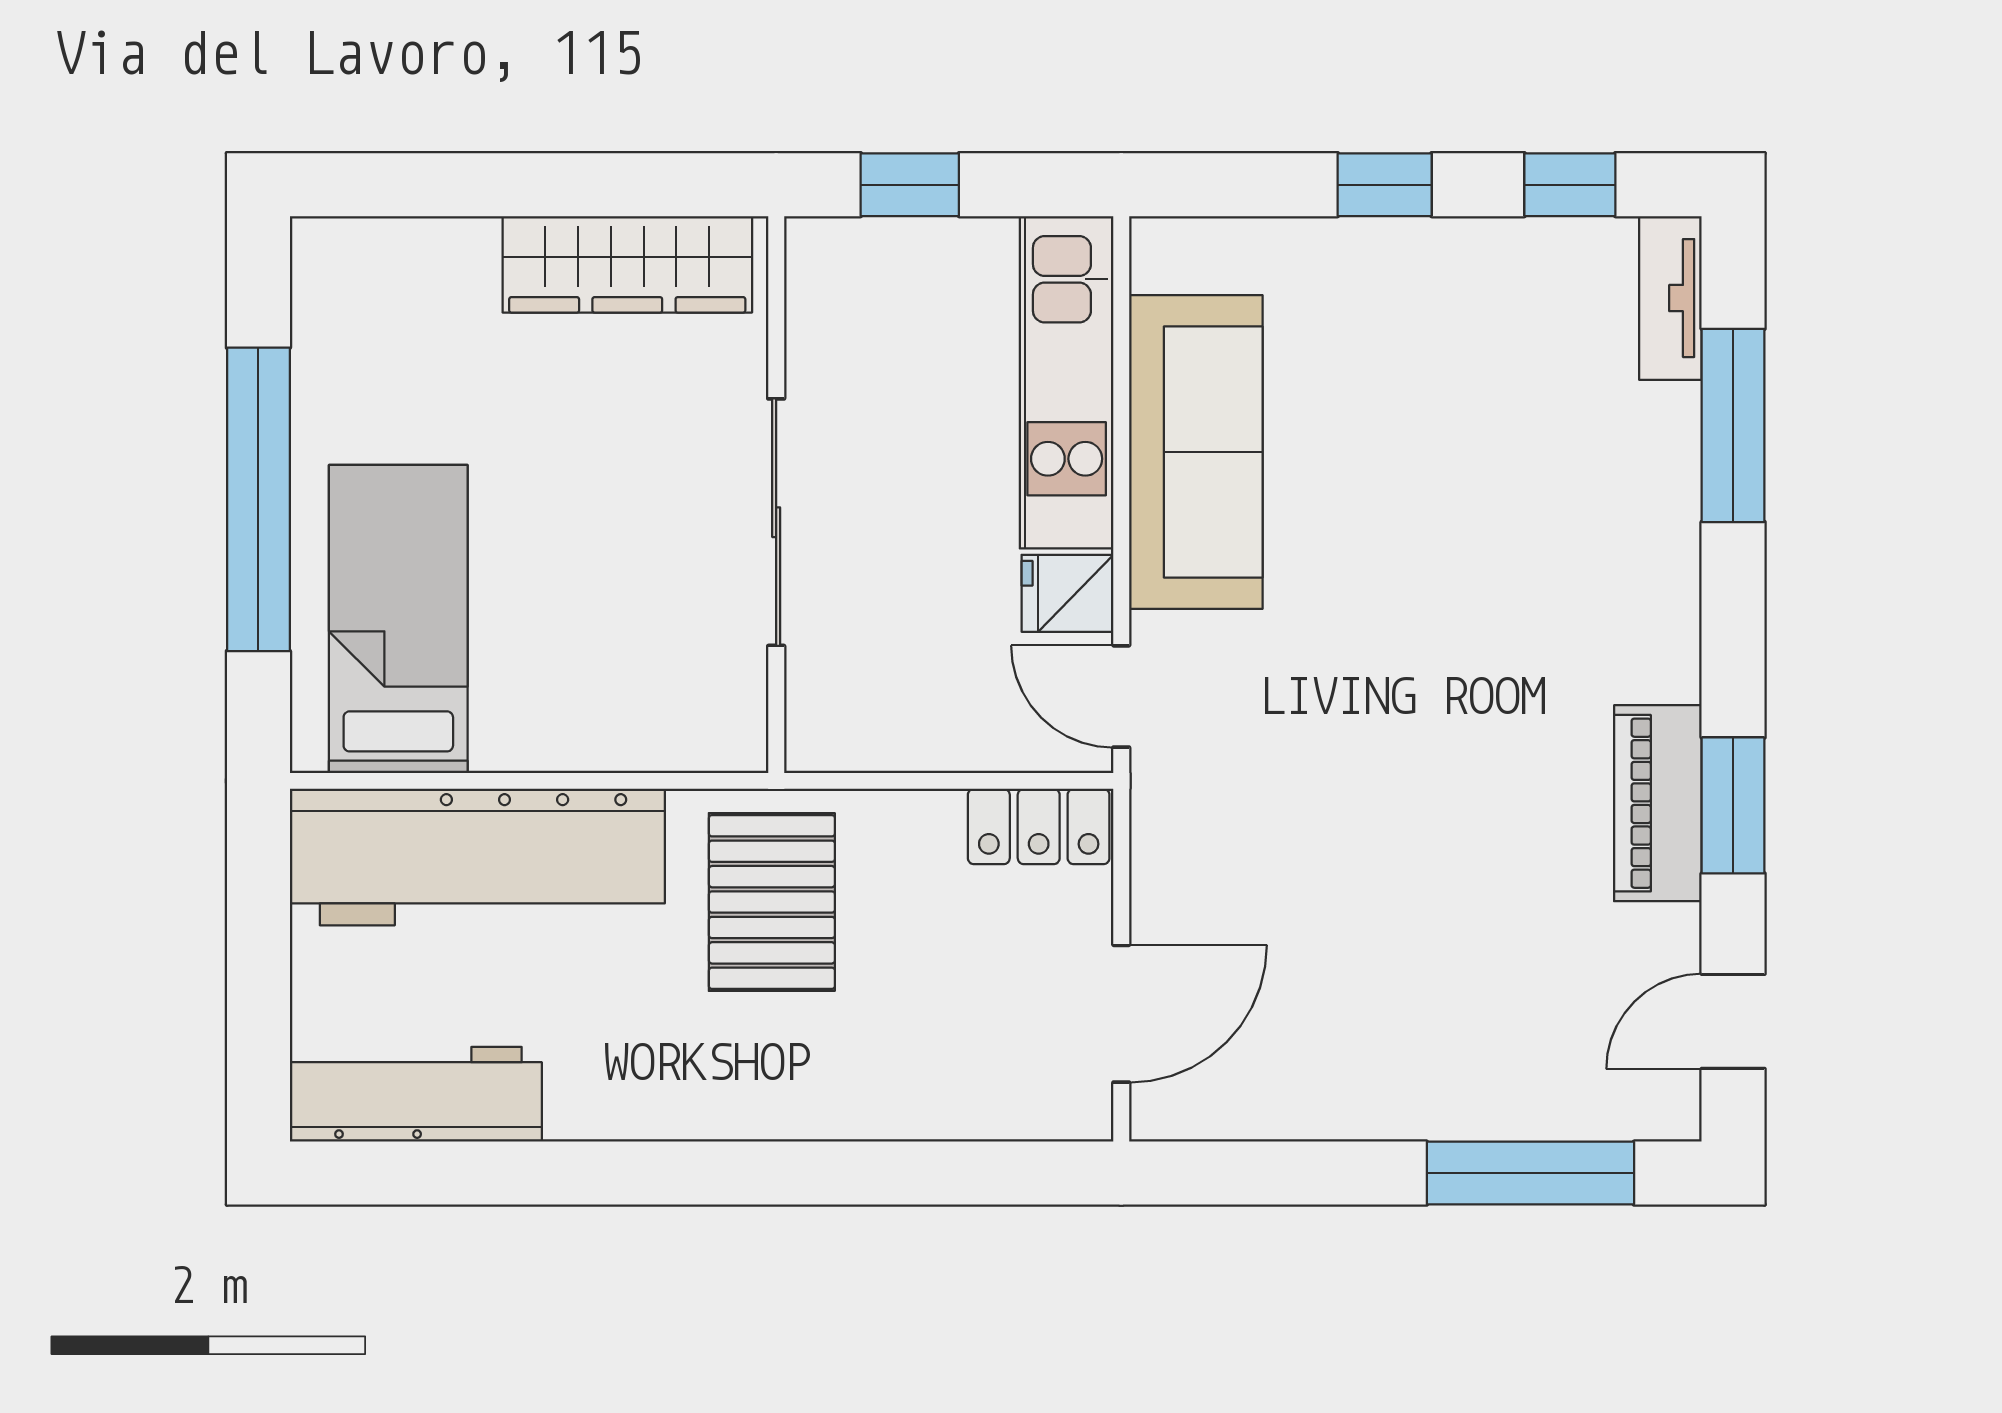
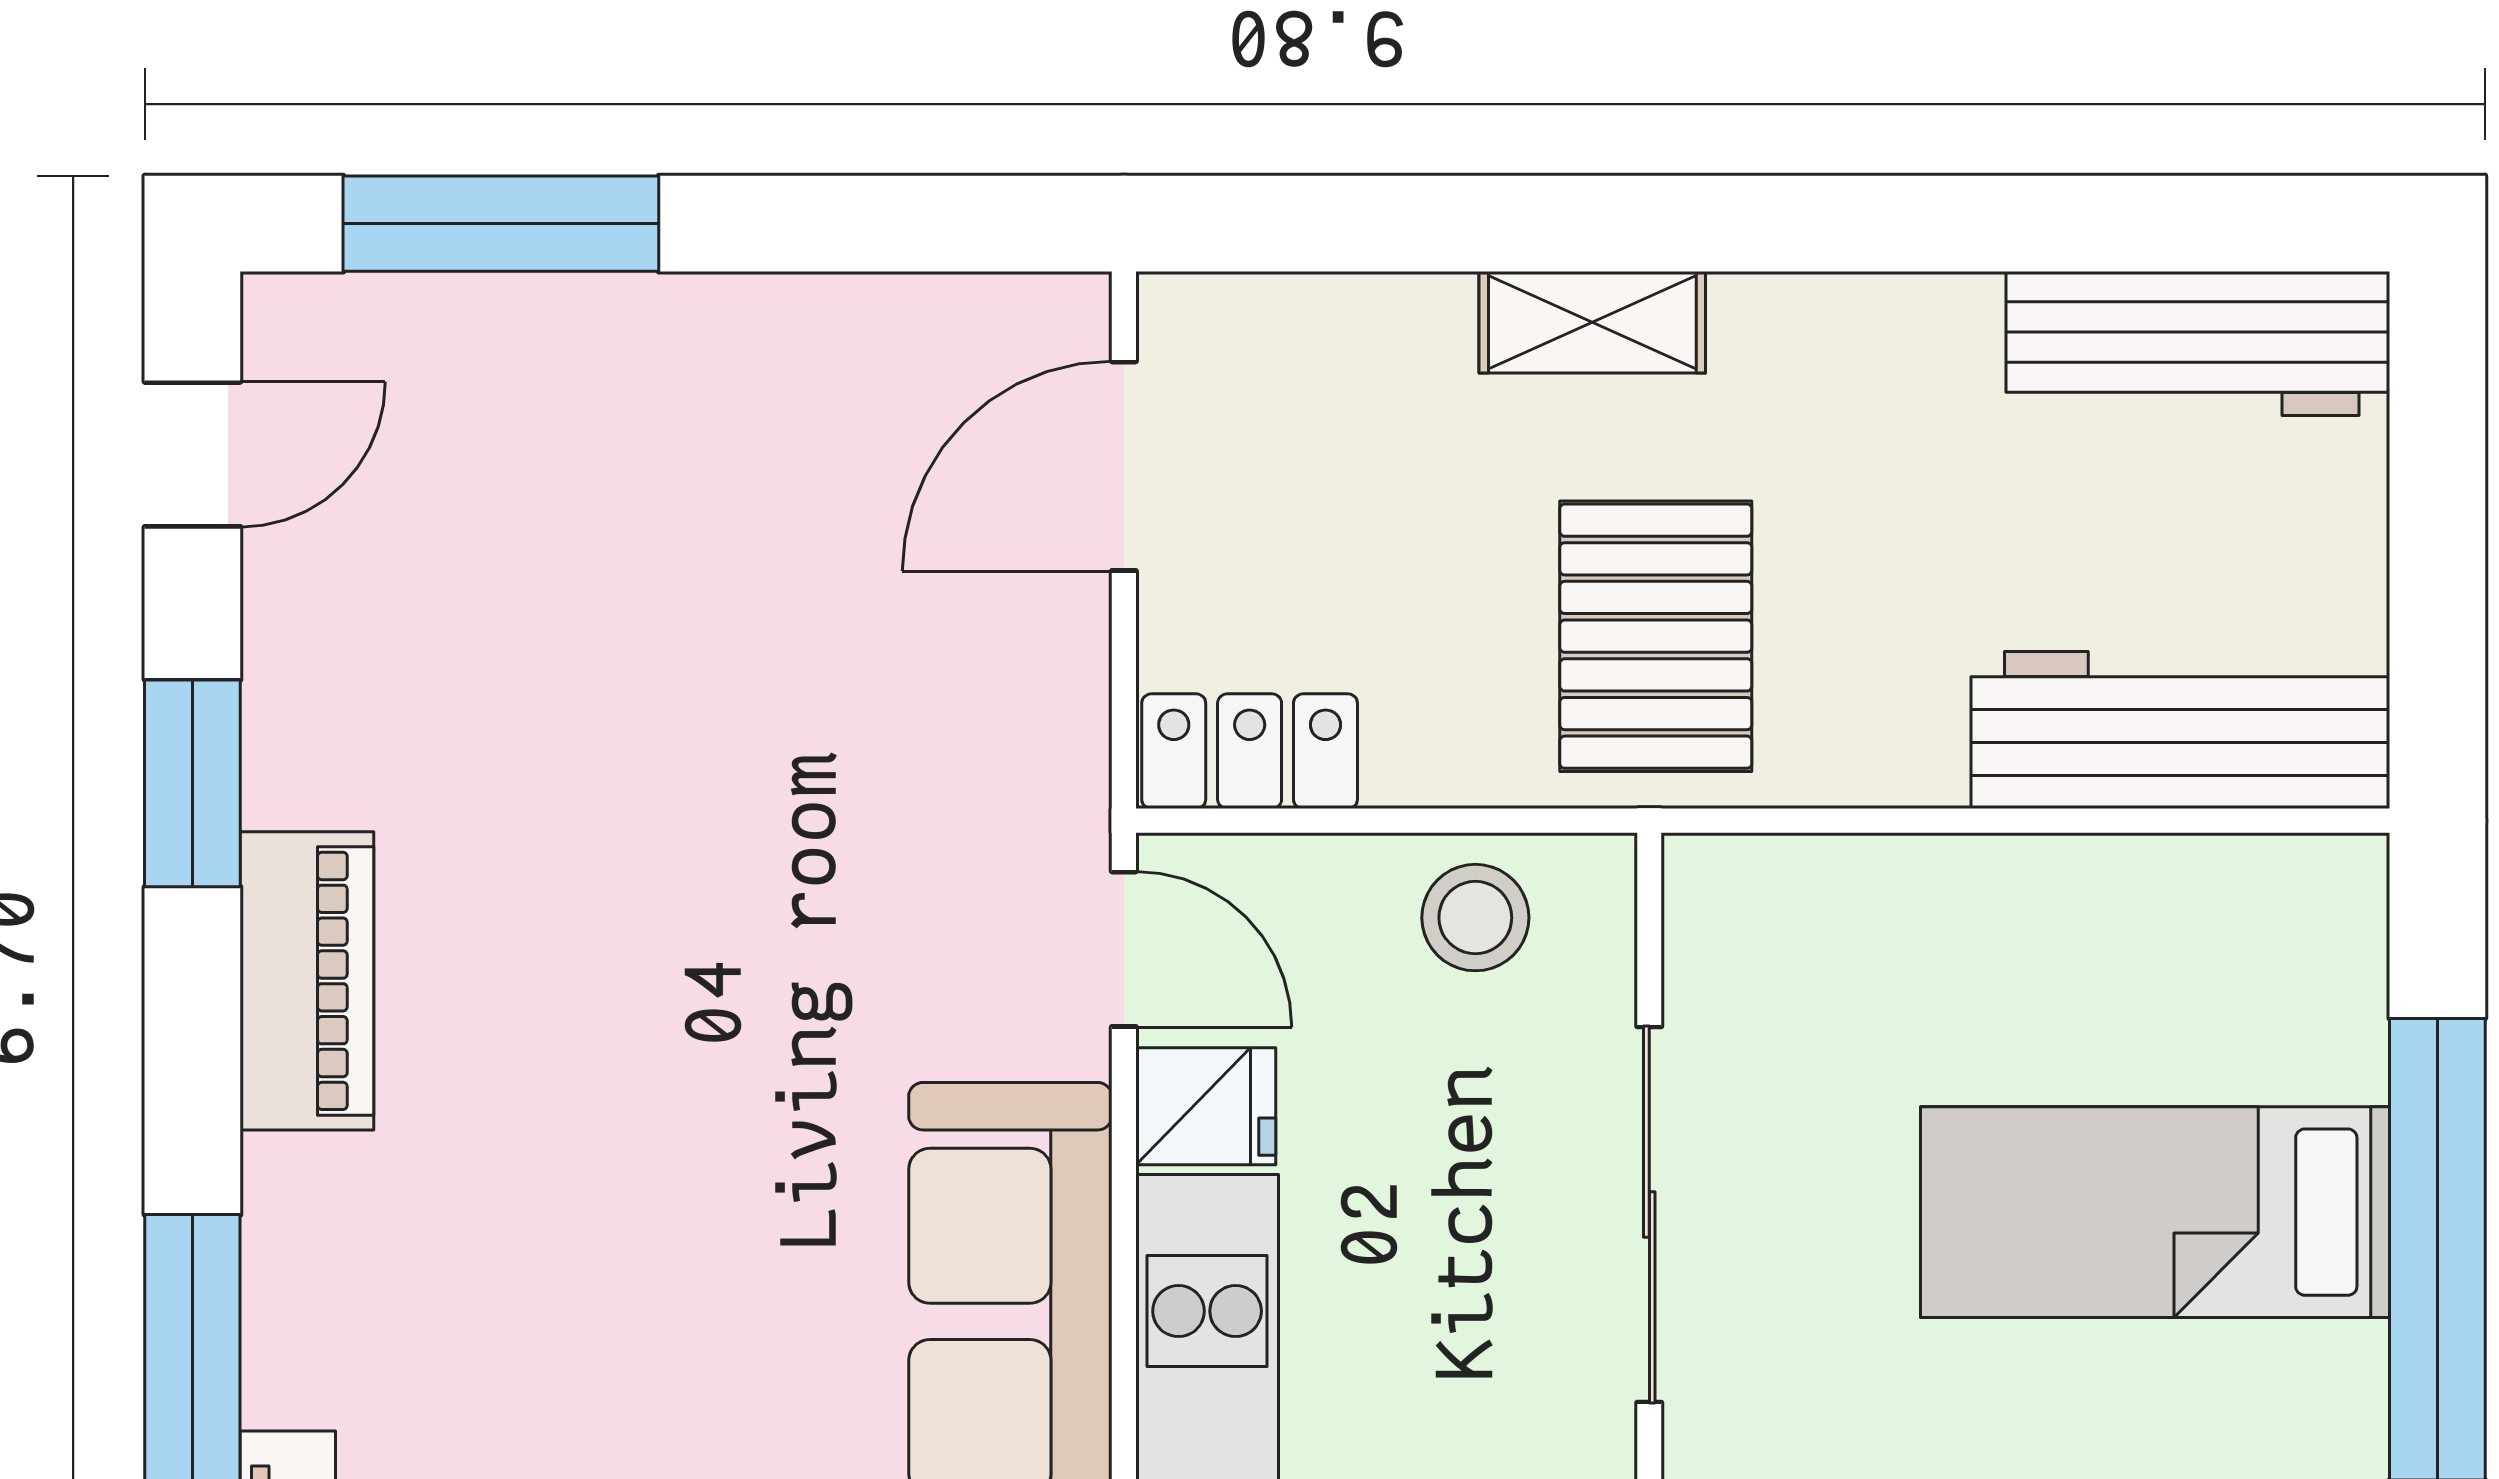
bed: (398, 619) -> (2155, 1212), moved, turned 90
stool: (890, 717) -> (1475, 918), added
piano: (1658, 803) -> (307, 981), moved
workbench: (477, 857) -> (2180, 730), width x0.73, depth x0.76
shelving: (814, 1108) -> (1592, 322), added

